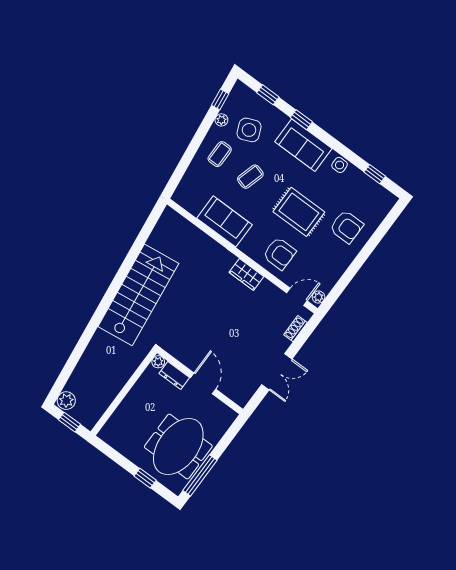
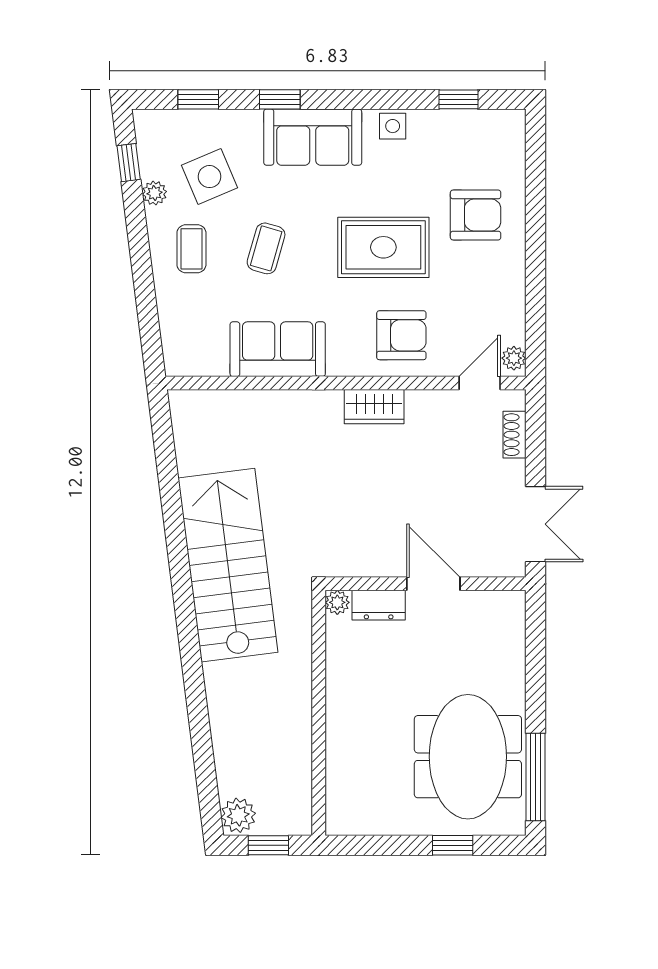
plant: (158, 362) -> (337, 602), moved
dresser: (174, 375) -> (379, 605), moved
wall: (200, 381) -> (425, 584), moved
door: (203, 383) -> (433, 584), moved

